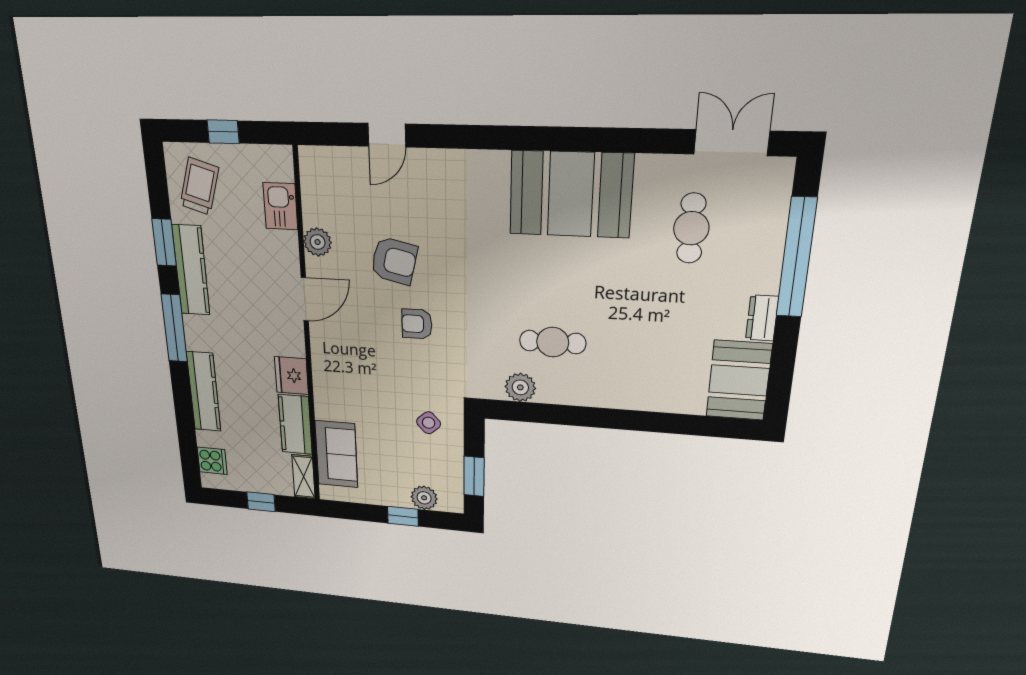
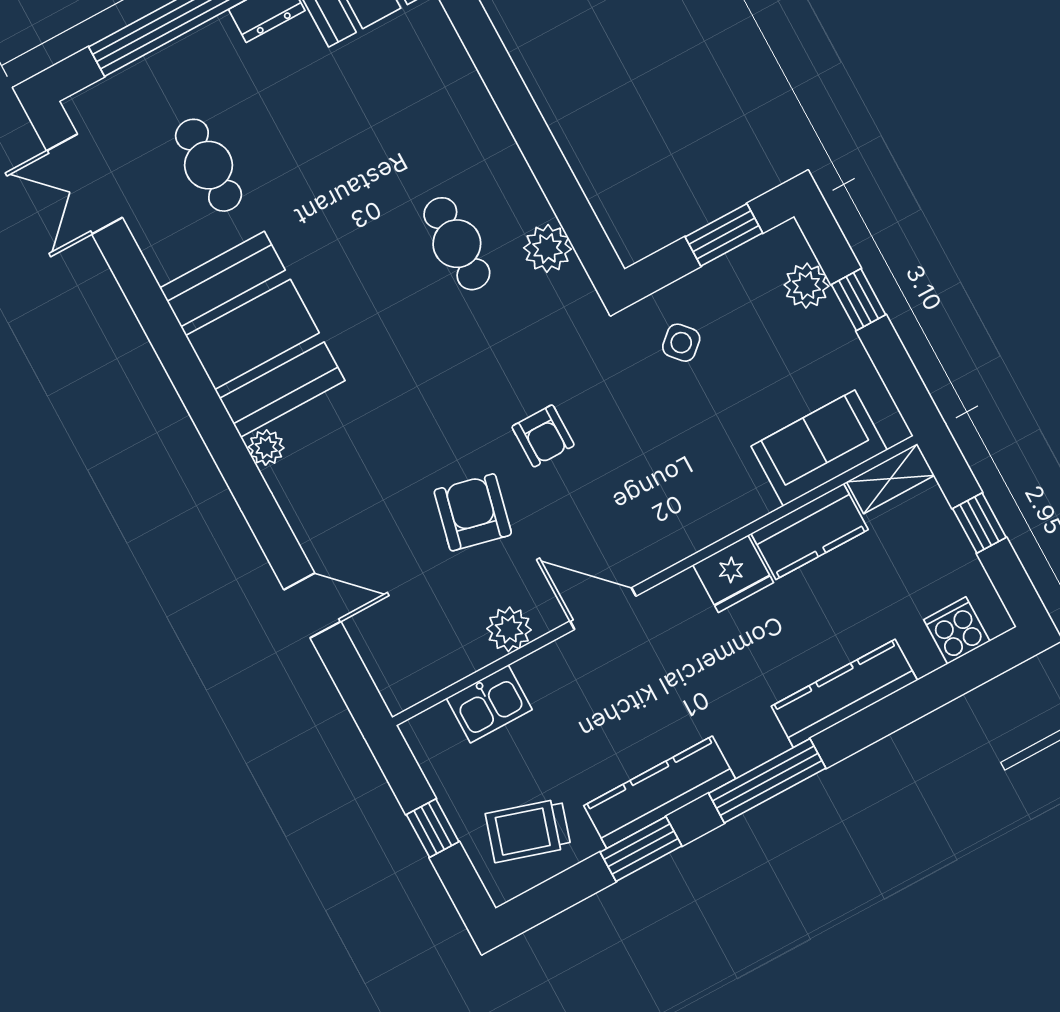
plant: (497, 162) -> (266, 447), added
cafe table: (691, 228) -> (209, 165), turned 90

